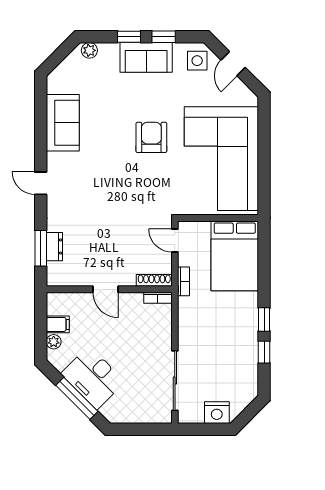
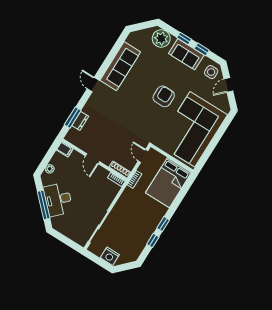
plant: (89, 50) -> (161, 38), width x1.88, depth x1.88
sofa: (63, 123) -> (120, 66), width x1.36
filing cabinet: (58, 324) -> (65, 149), moved

